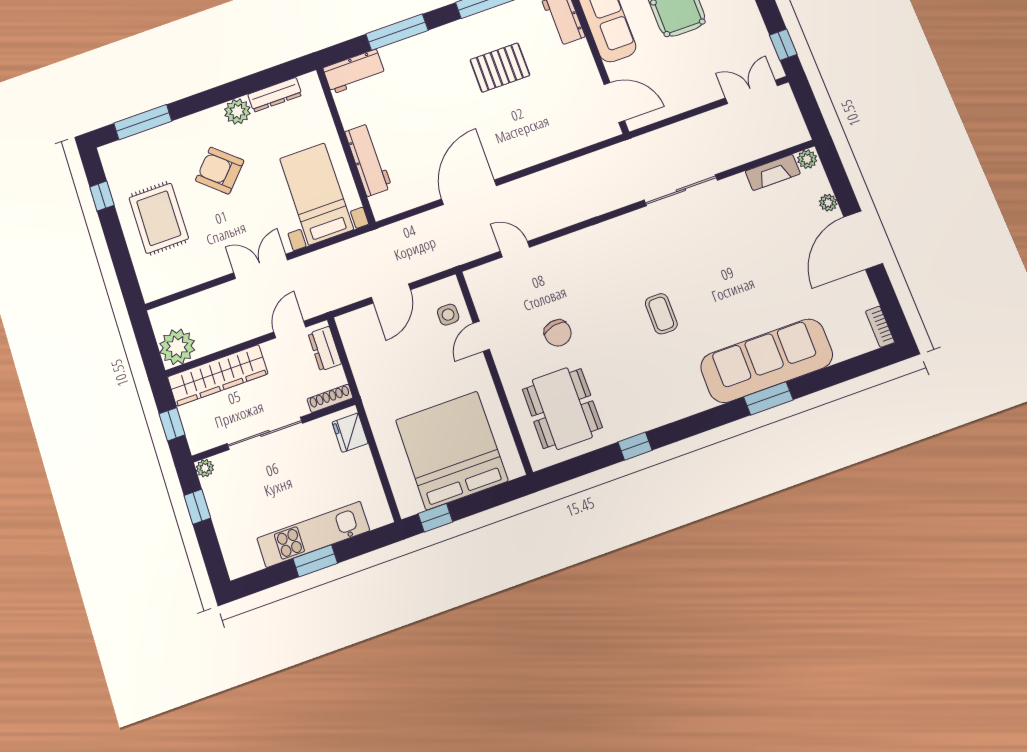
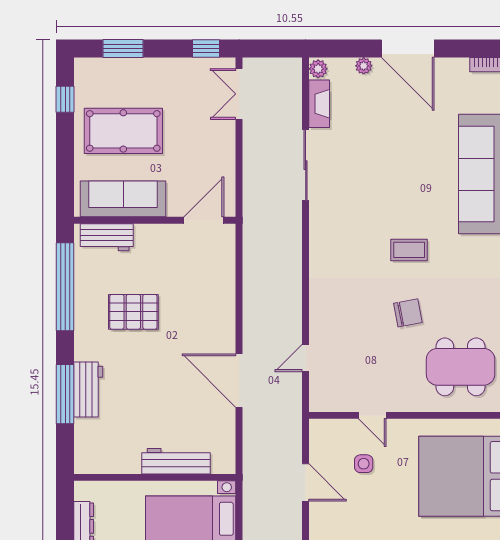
pallet: (500, 68) -> (133, 312), turned 90
workbench: (354, 72) -> (88, 390), moved
sliding door: (681, 190) -> (306, 165), moved
side table: (448, 315) -> (364, 464), moved
chair: (558, 333) -> (408, 313), moved

